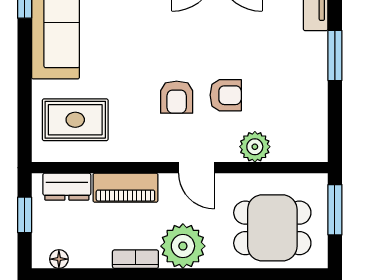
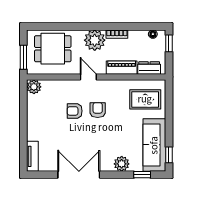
window: (335, 55) -> (23, 130), removed
plant: (255, 147) -> (34, 87), moved
window: (25, 215) -> (169, 43), moved

